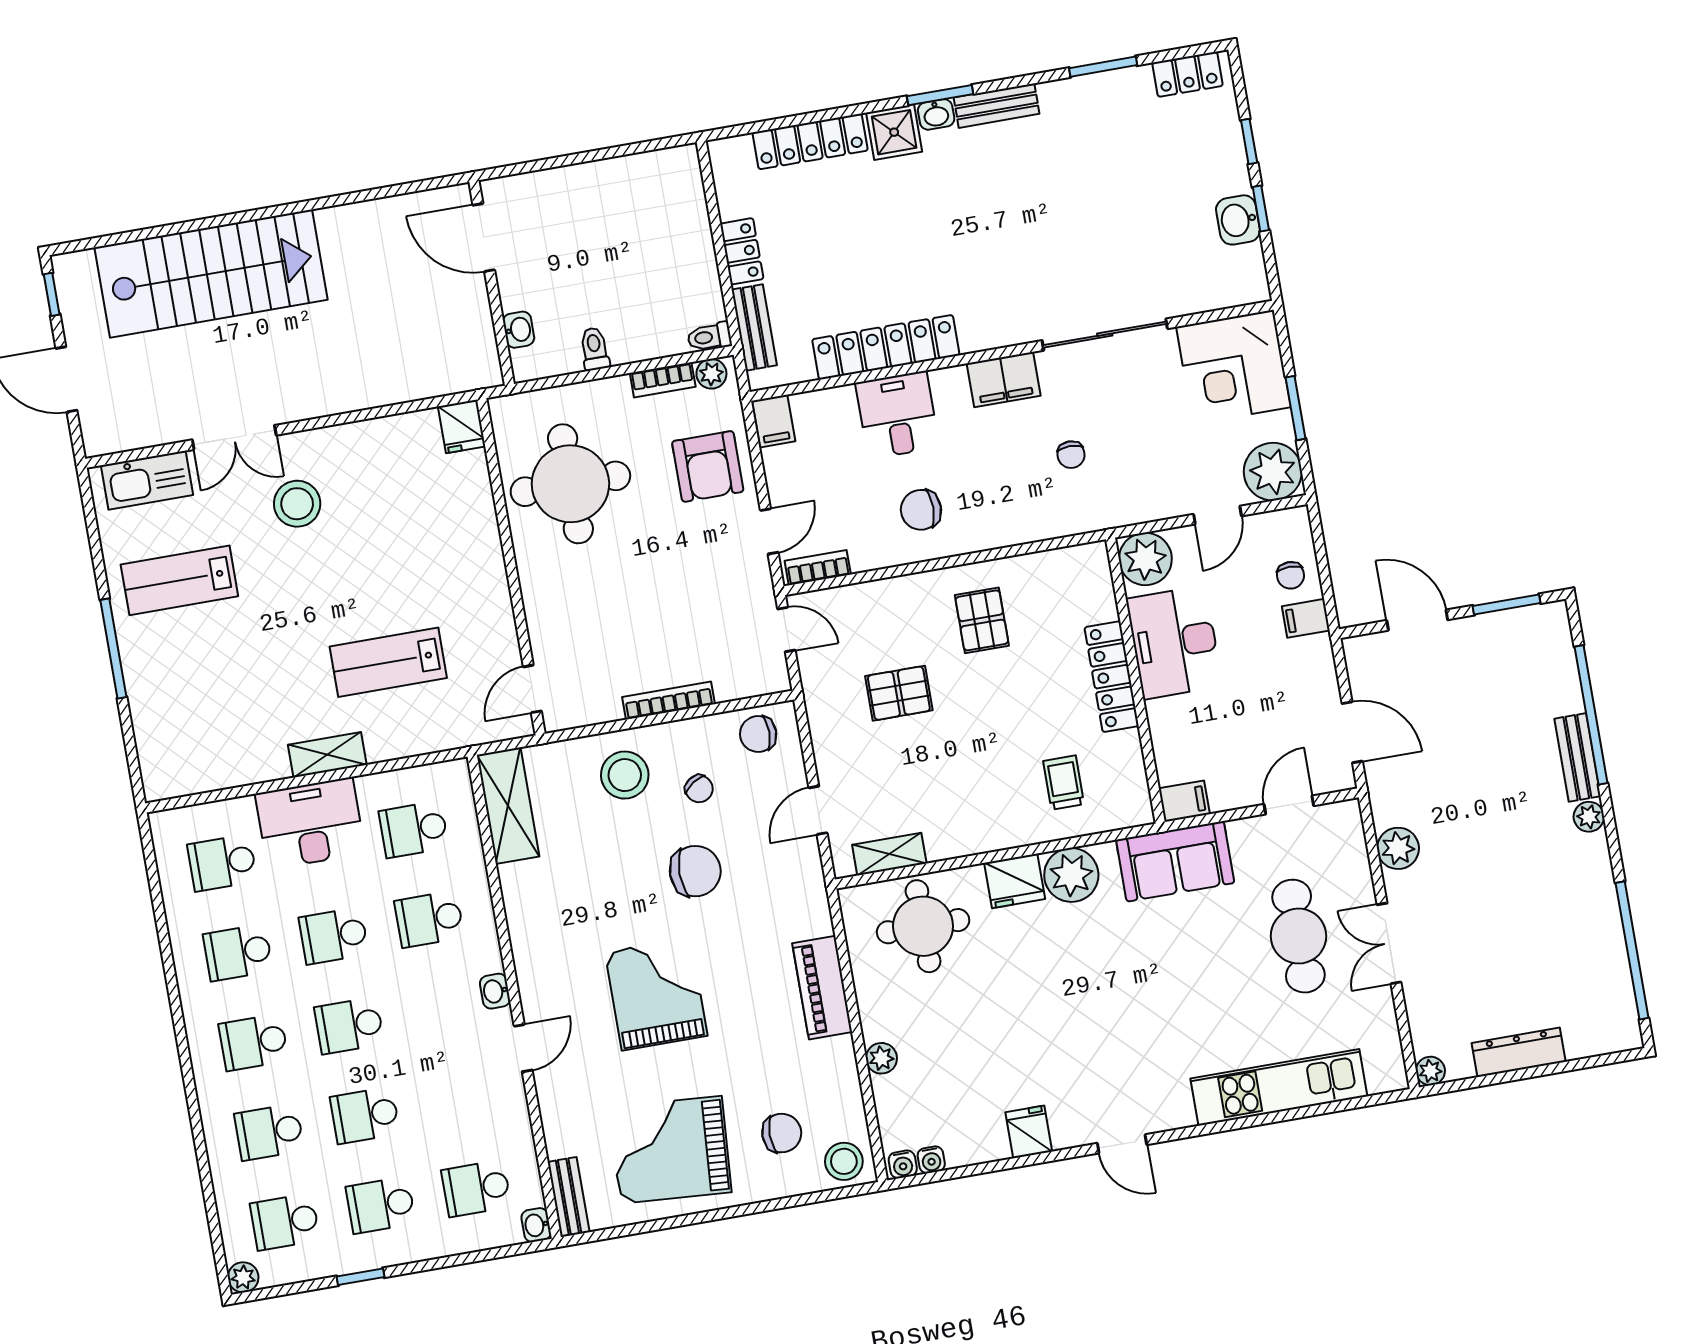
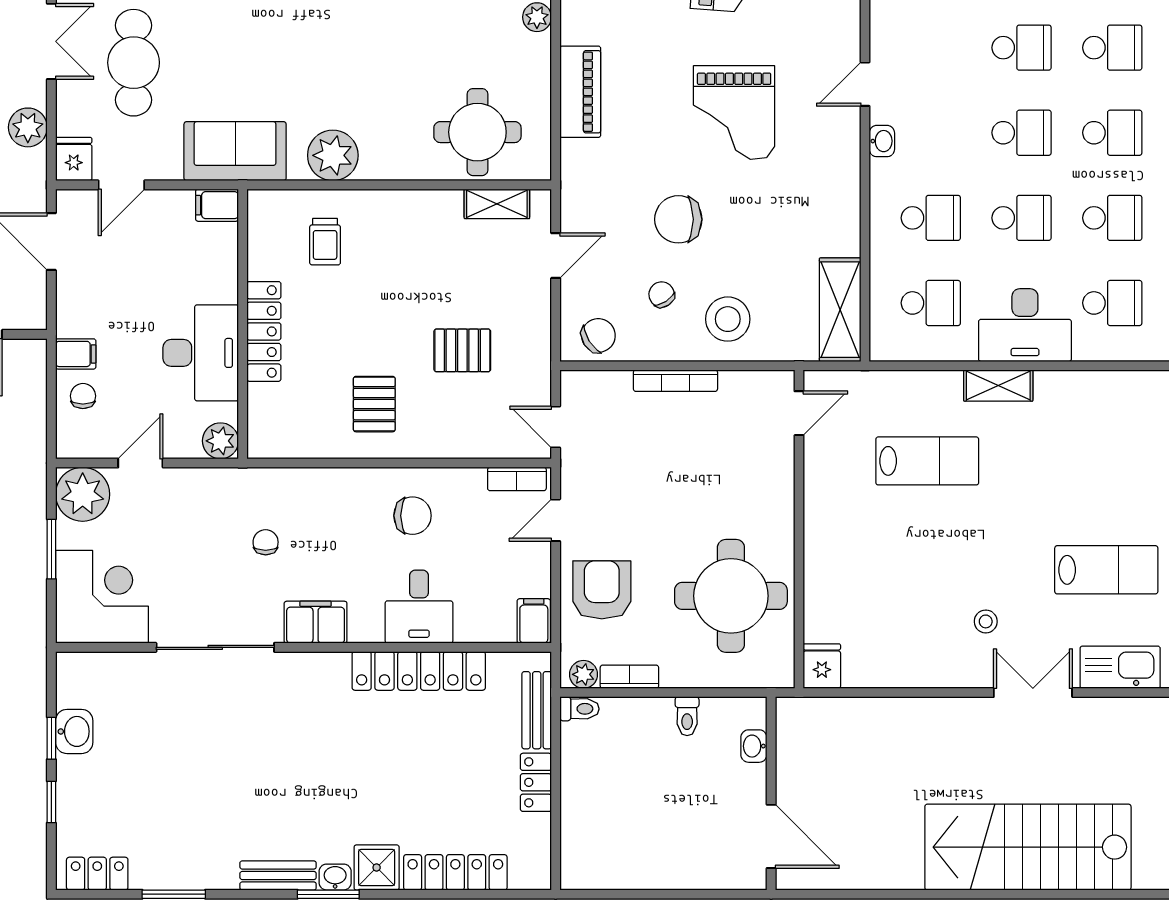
stool: (297, 504) -> (986, 621), width x0.53, depth x0.53
plant: (1145, 559) -> (220, 441), width x0.73, depth x0.73
chair: (758, 734) -> (598, 335), turned -32
fridge: (1015, 881) -> (74, 159), moved, width x0.72

